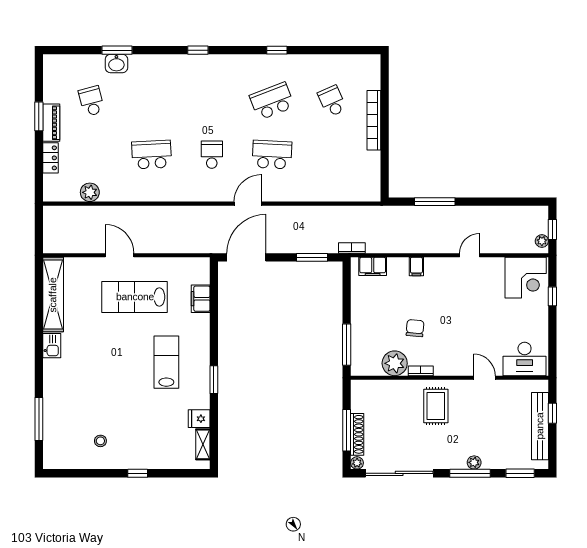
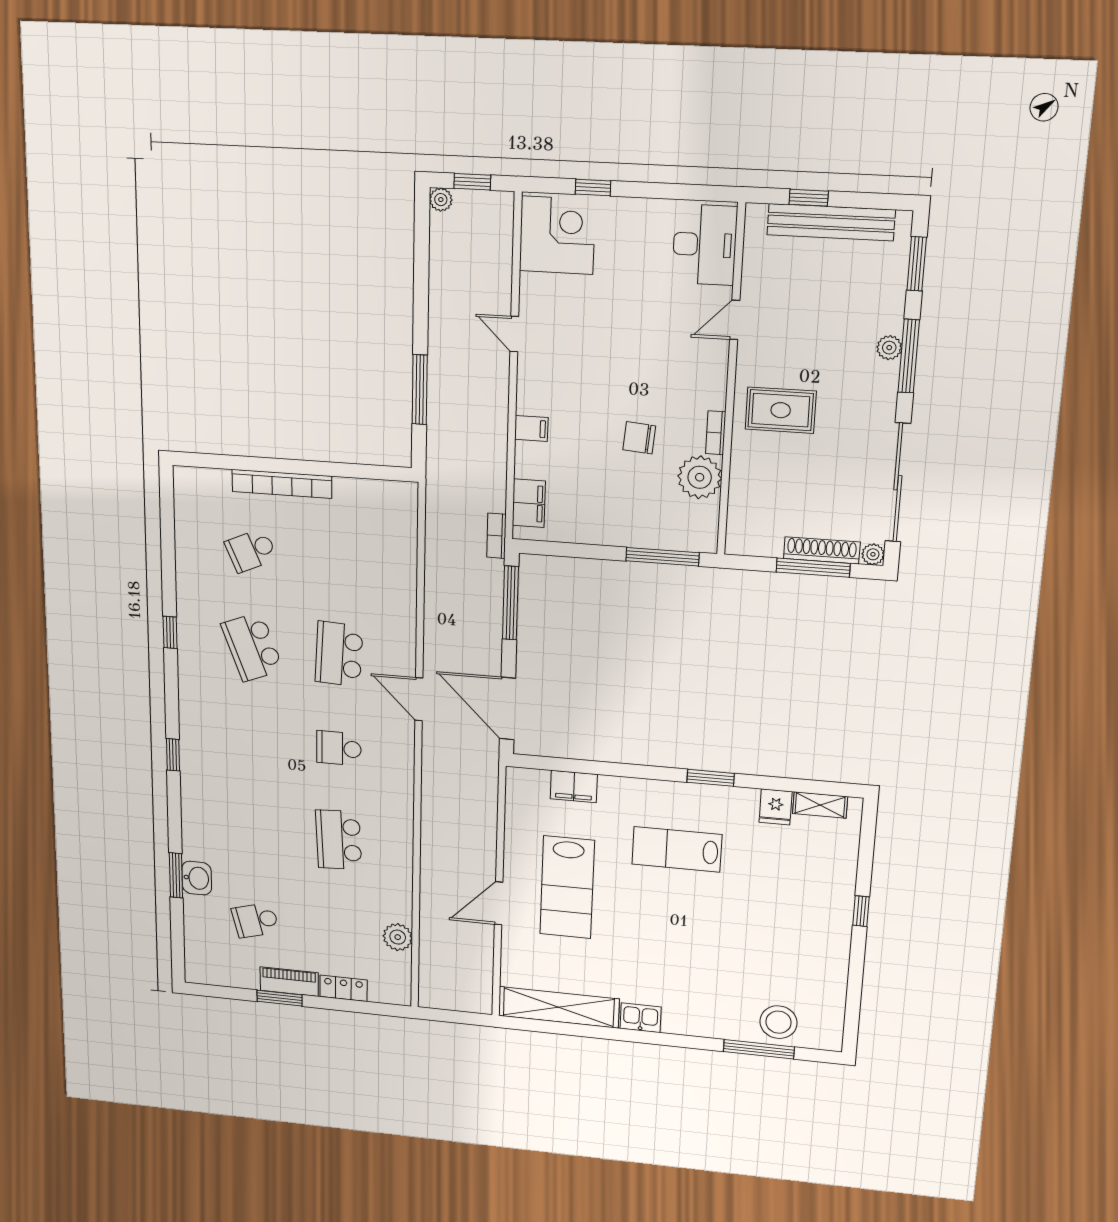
plant: (542, 241) -> (441, 200), moved
window: (312, 257) -> (510, 603), width x1.44
stool: (100, 441) -> (779, 1022), moved, width x1.89, depth x1.89

